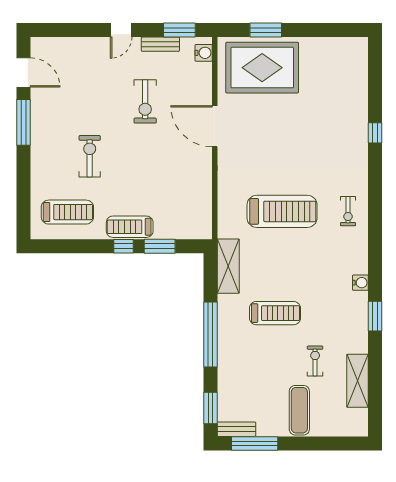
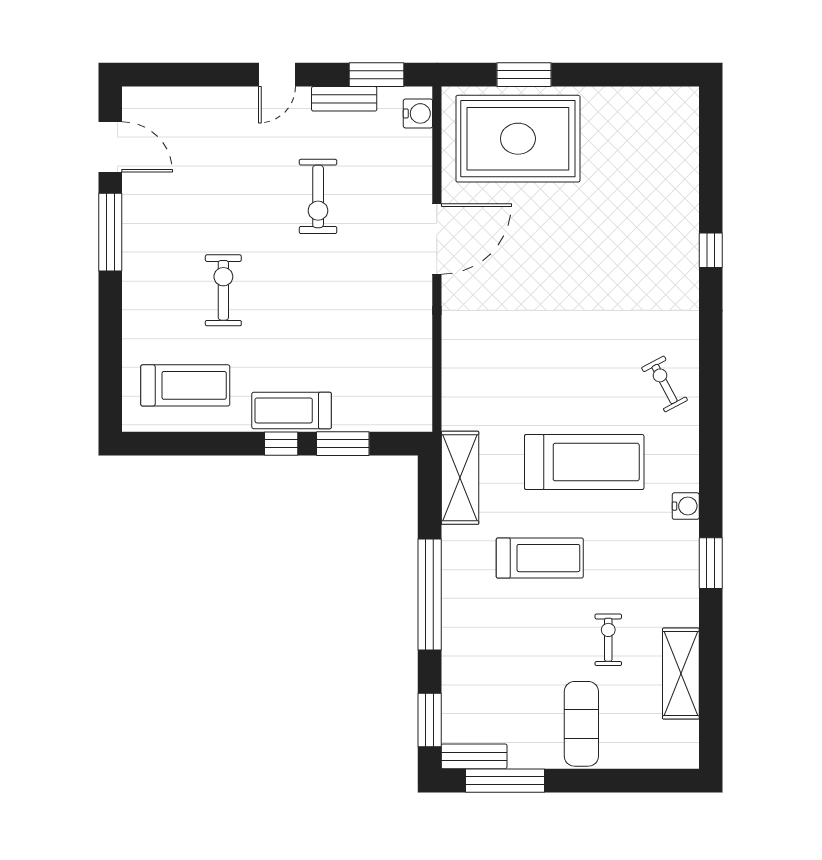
door: (215, 126) -> (437, 239), swing flipped
treadmill: (282, 211) -> (584, 462), moved
exercise bike: (348, 211) -> (664, 384), turned 152

